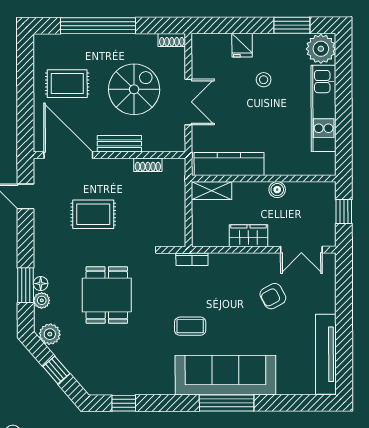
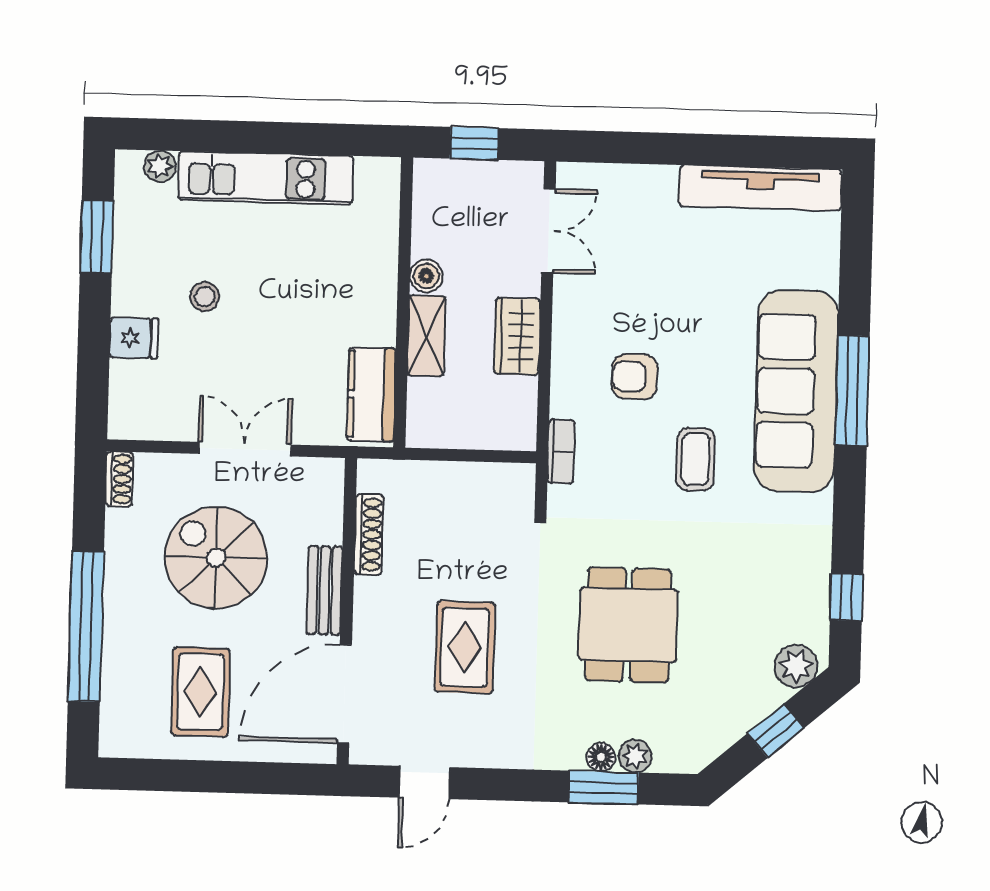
plant: (321, 49) -> (160, 166), width x0.53, depth x0.53
kitchen counter: (229, 164) -> (371, 394), width x0.67
shoe rack: (148, 165) -> (369, 534), width x1.43
shelving: (212, 191) -> (426, 336), moved
dining table: (107, 295) -> (628, 625), turned 90
armchair: (273, 296) -> (635, 377), moved, turned 118
plant: (50, 334) -> (796, 666), moved

